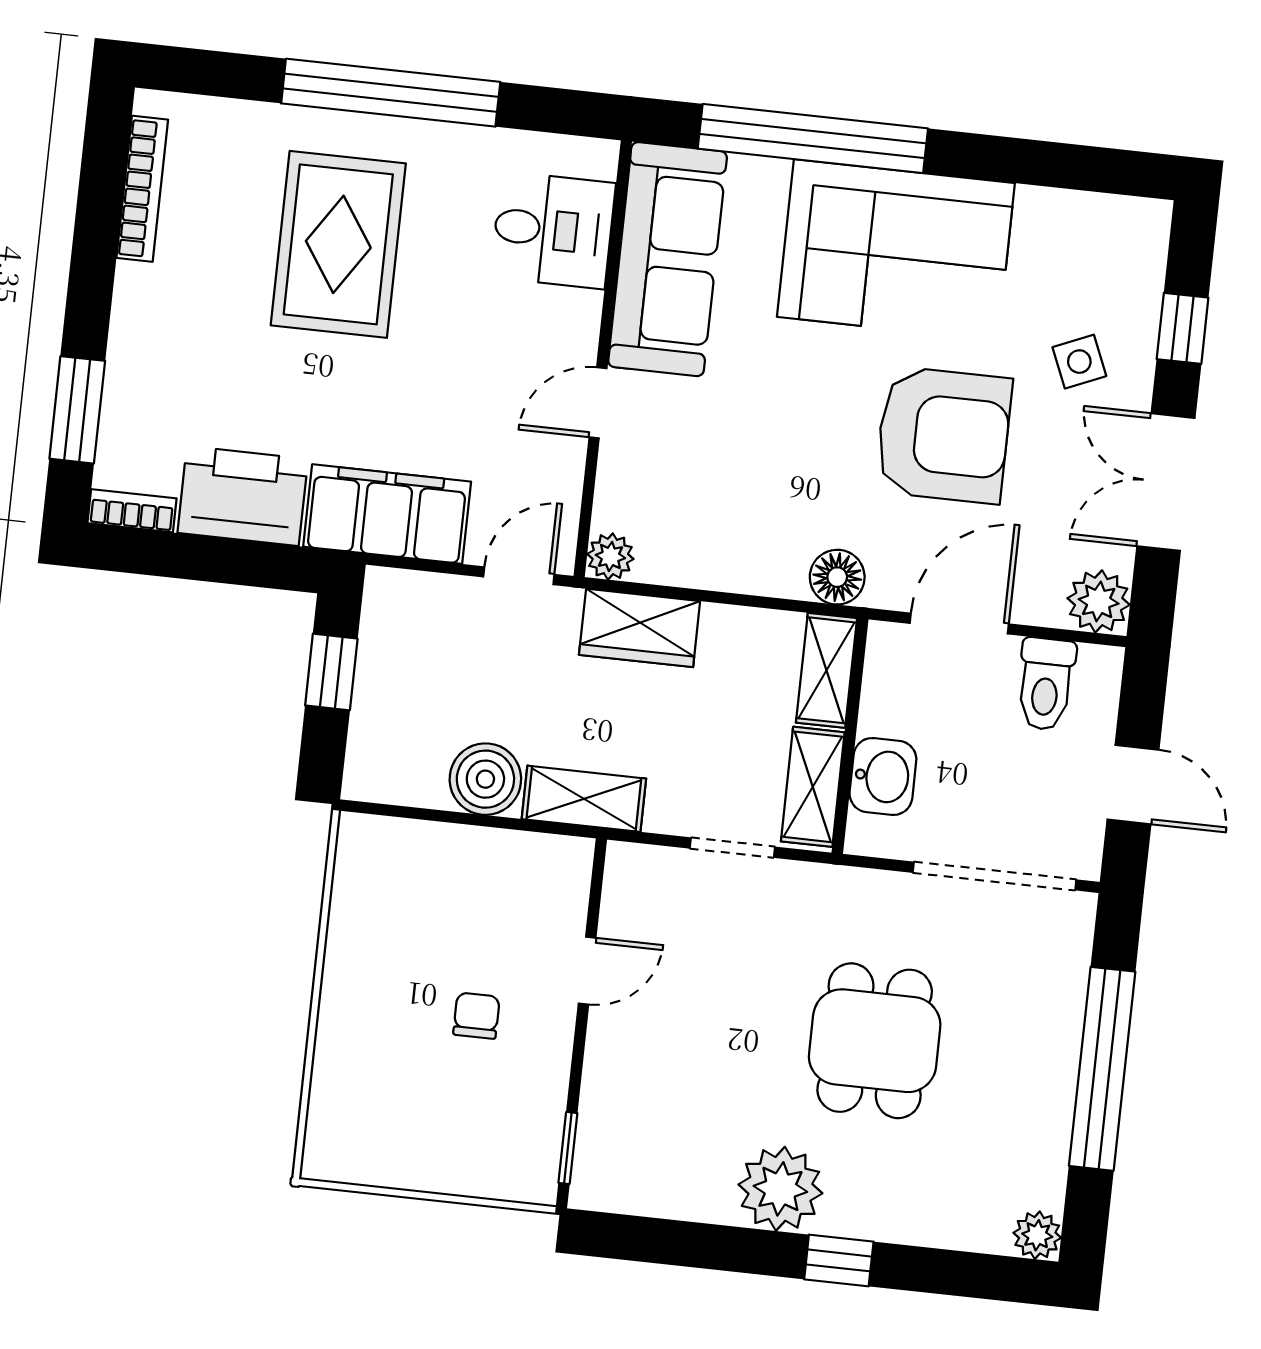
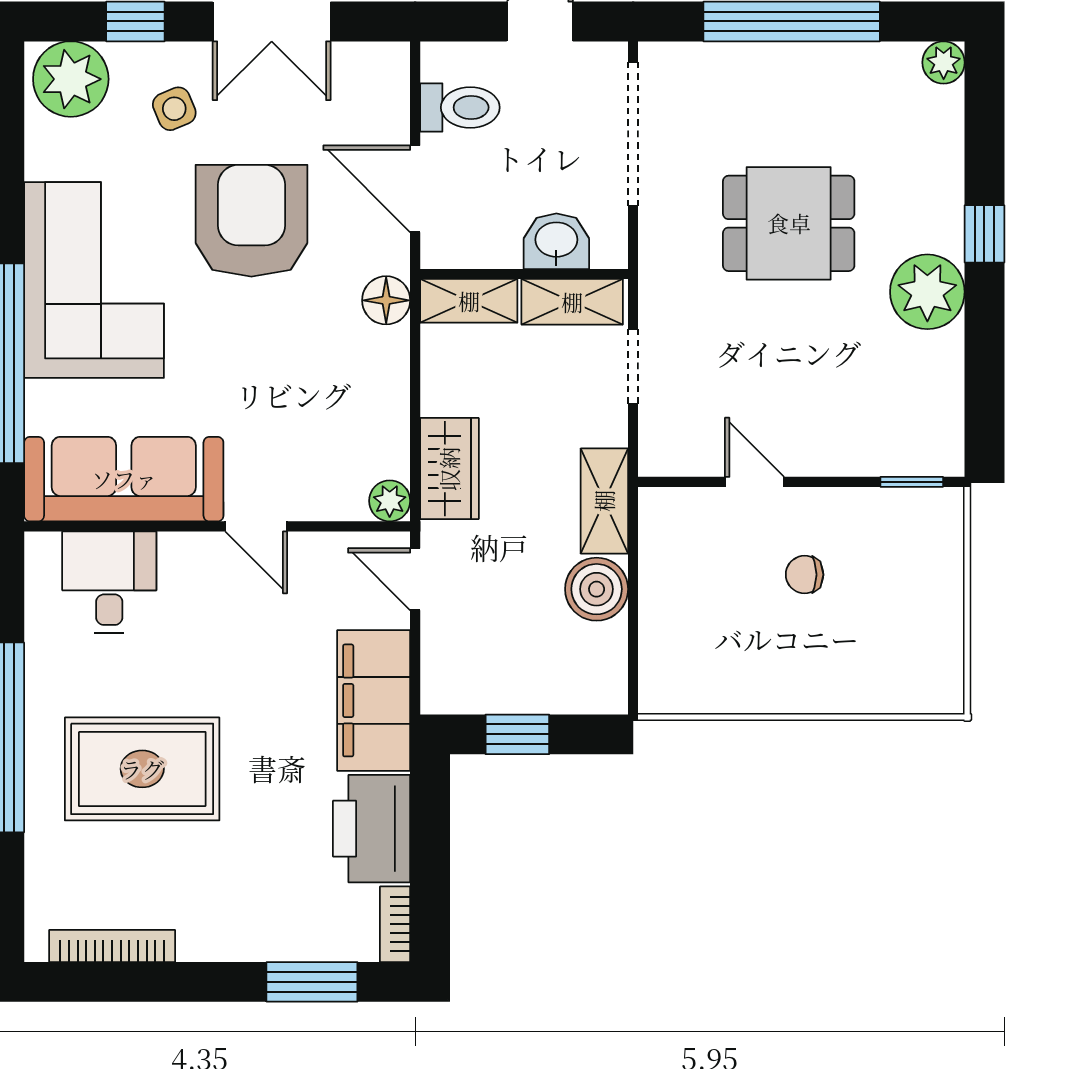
plant: (1099, 601) -> (71, 79), moved, width x1.36, depth x1.36

